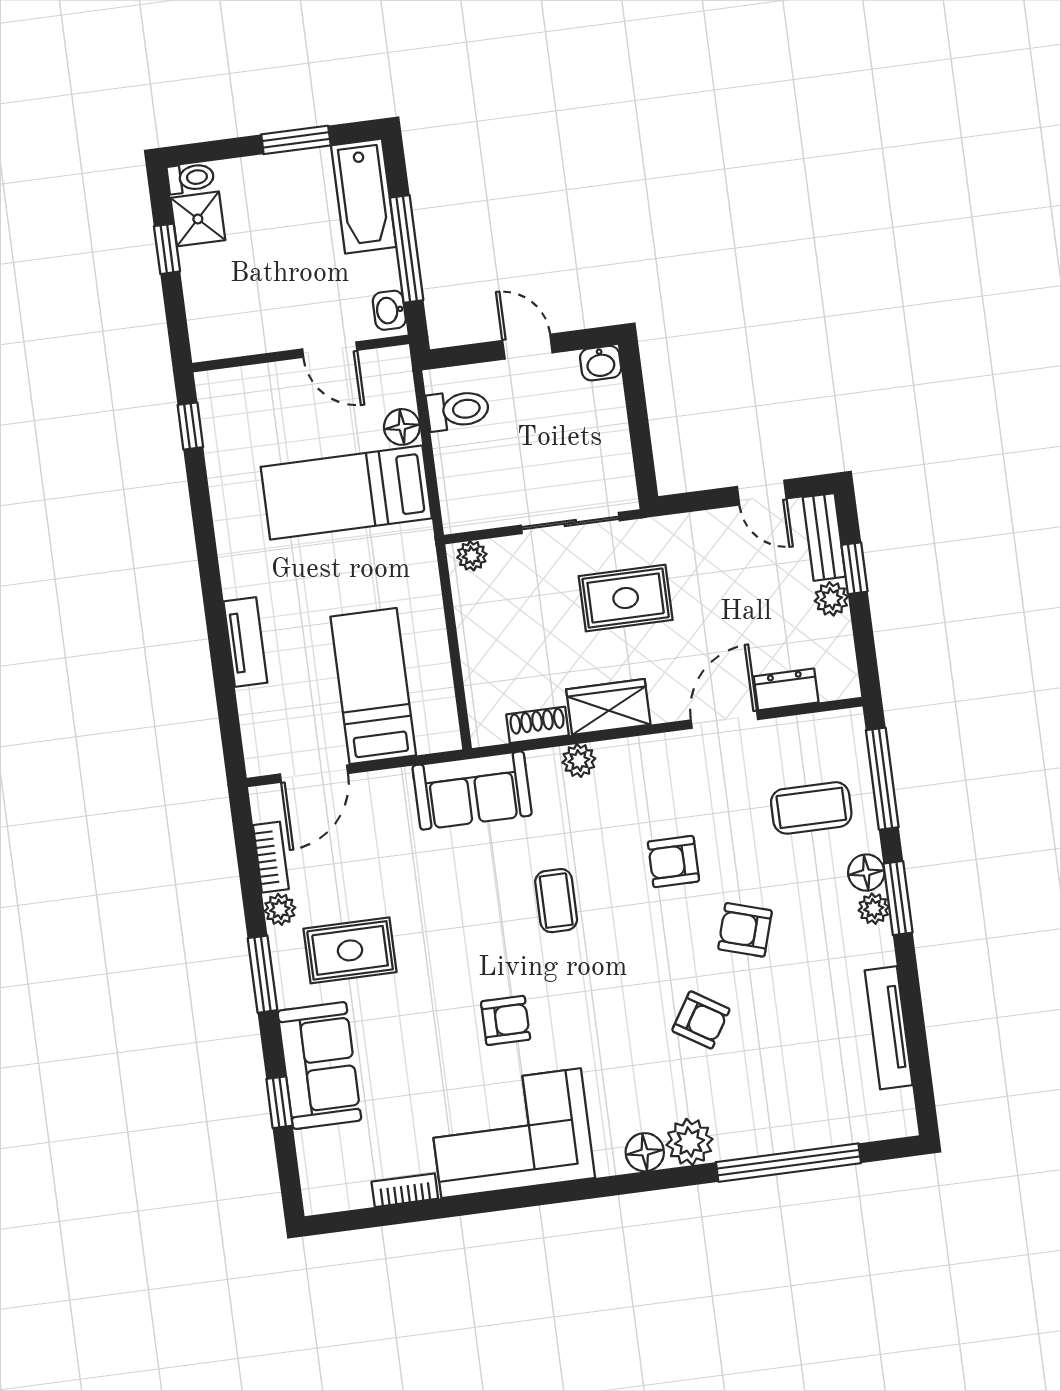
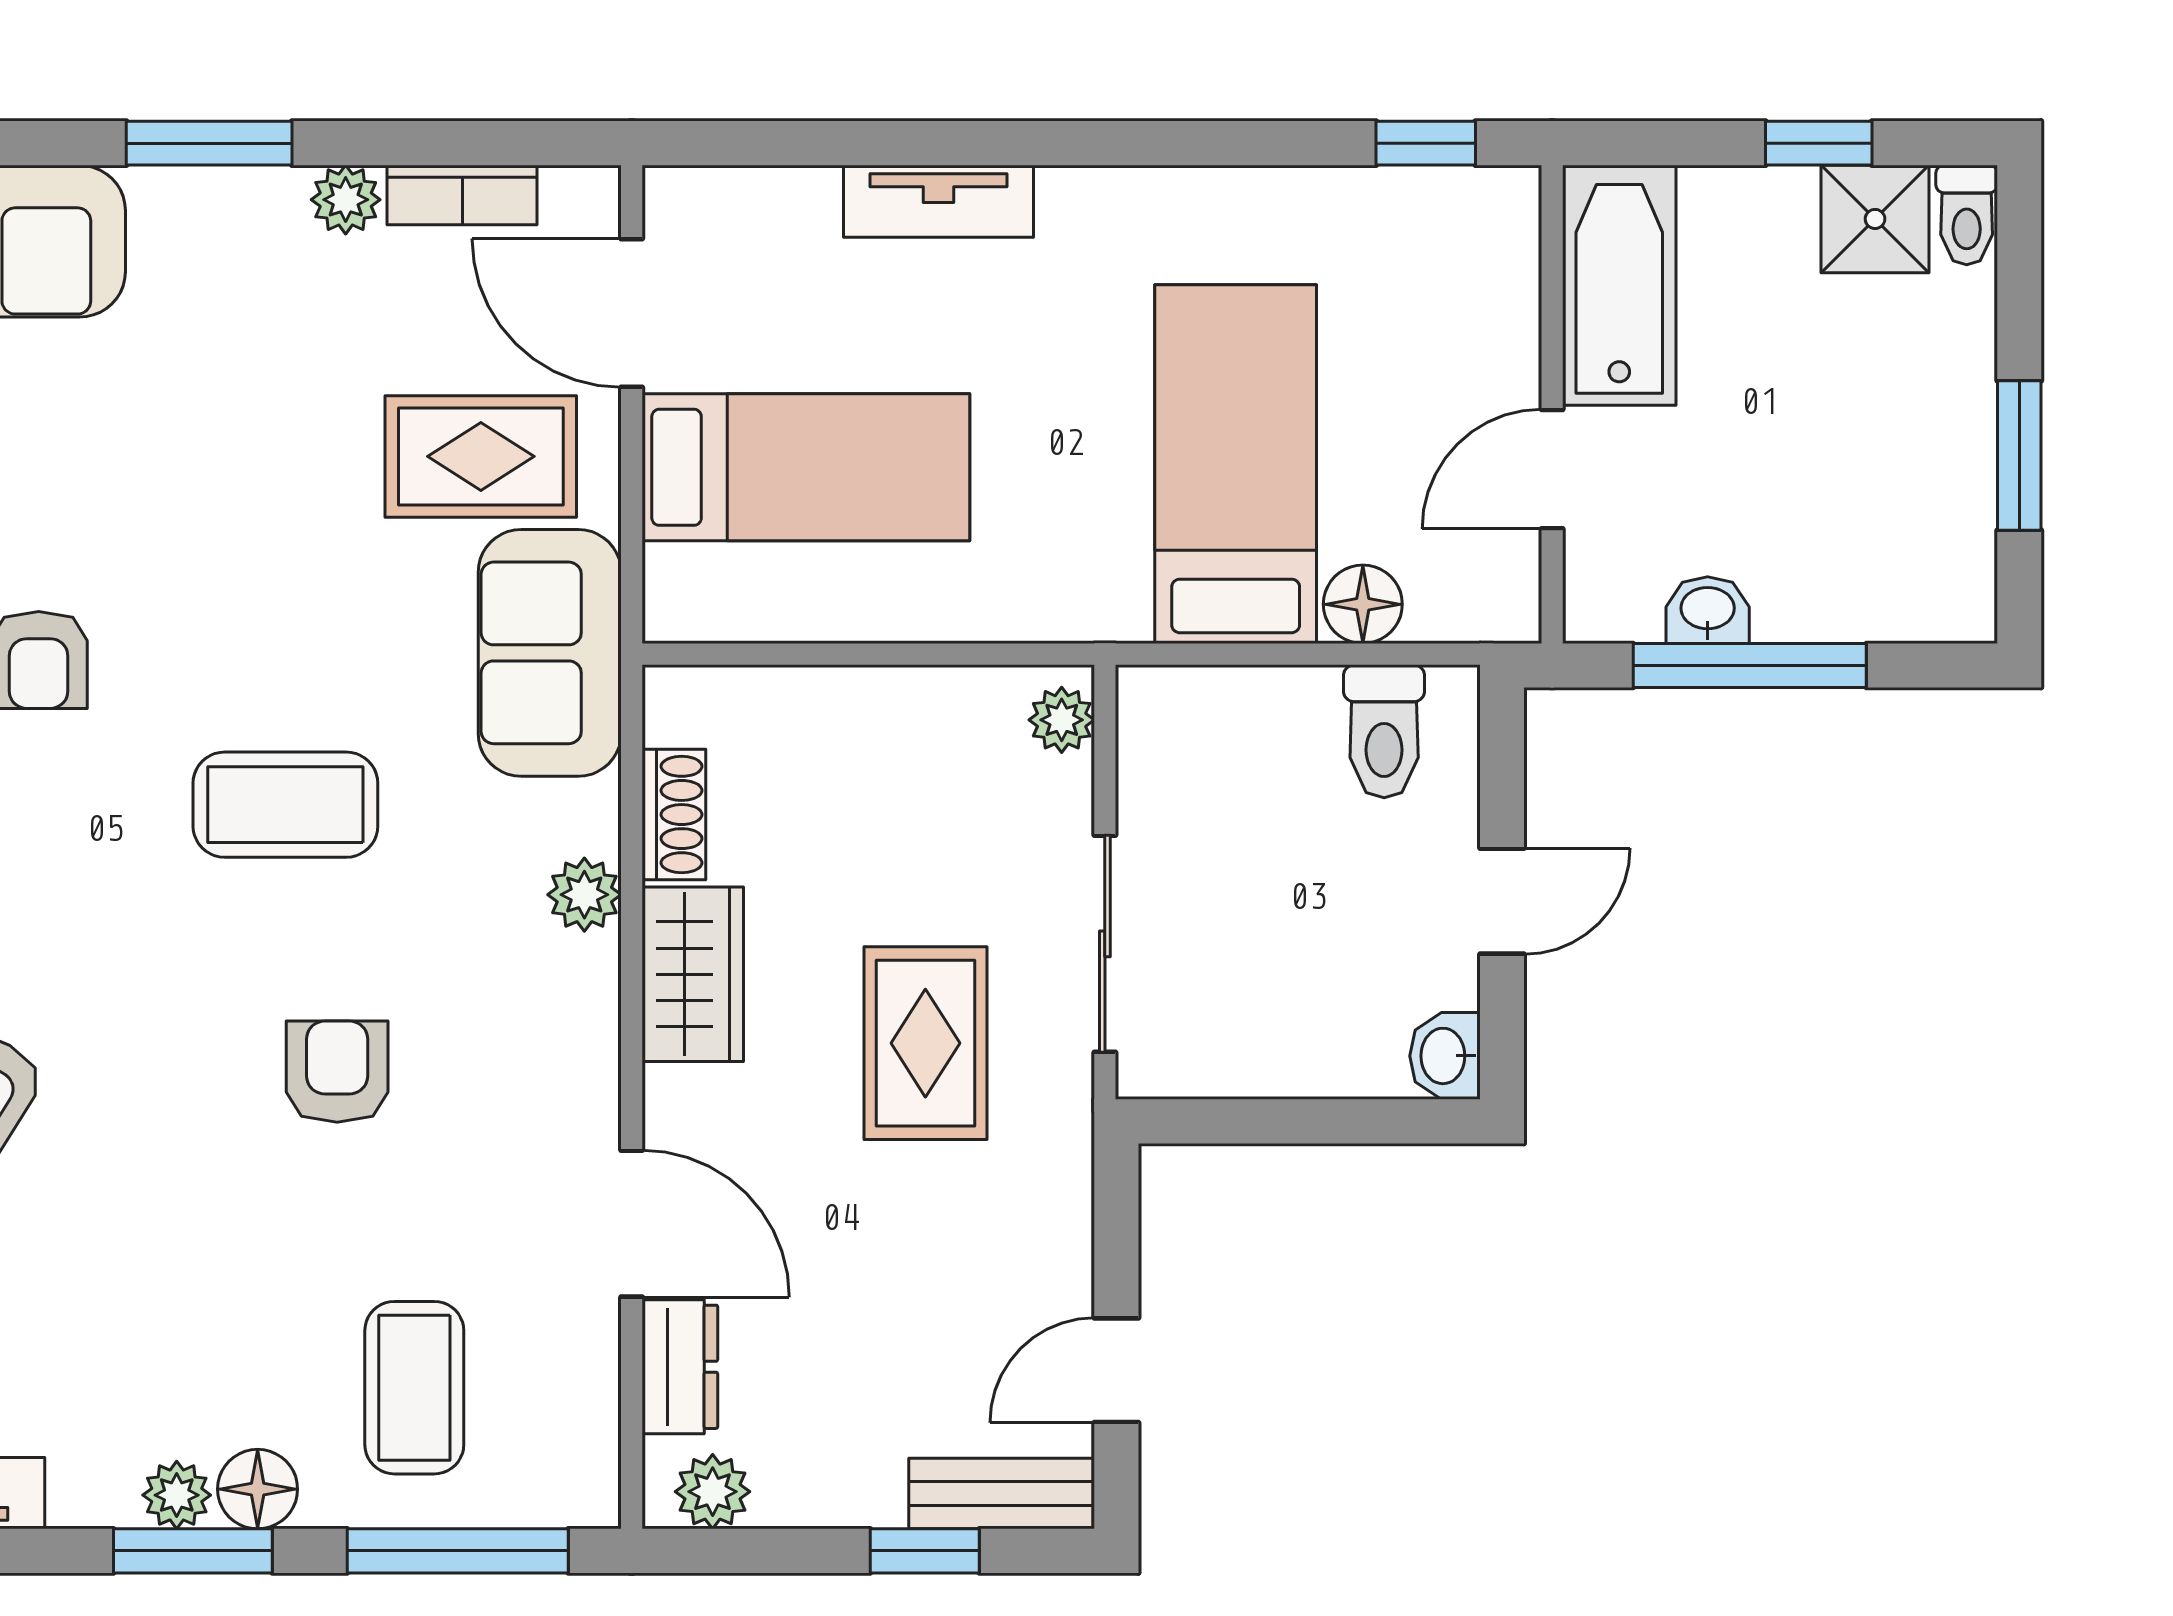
bathtub: (364, 196) -> (1619, 285), moved, turned 90
washbasin: (389, 310) -> (1708, 610), moved
plant: (831, 599) -> (713, 1492), moved
coffee table: (556, 901) -> (285, 805), width x1.36, depth x1.30
armchair: (745, 930) -> (168, 1208), removed
rug: (350, 950) -> (481, 456), moved, turned 90

